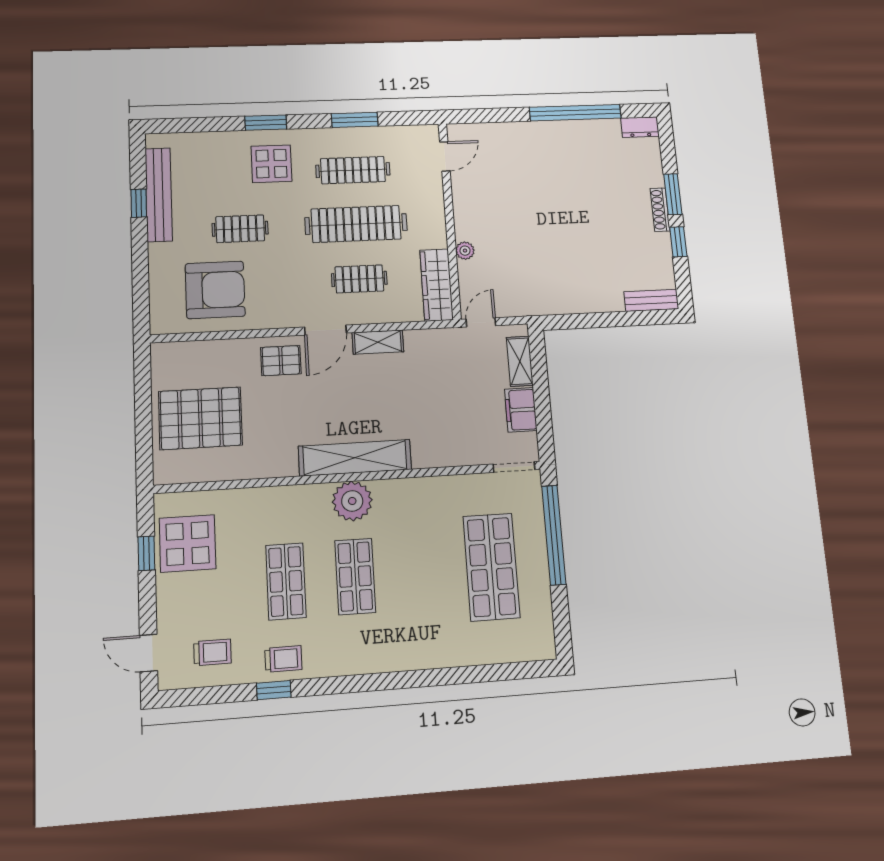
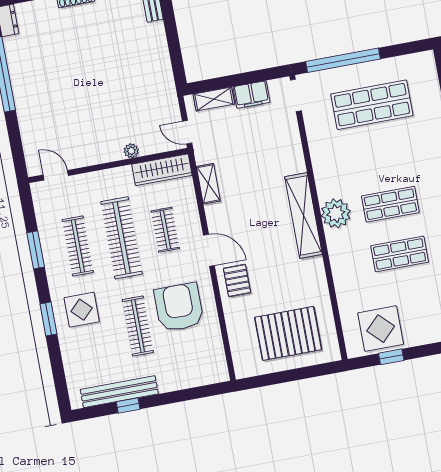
clothes rail: (240, 229) -> (138, 326), width x1.36
armchair: (215, 290) -> (179, 307), moved
shelving: (378, 342) -> (208, 184), moved
pallet: (200, 418) -> (288, 333), turned 90

